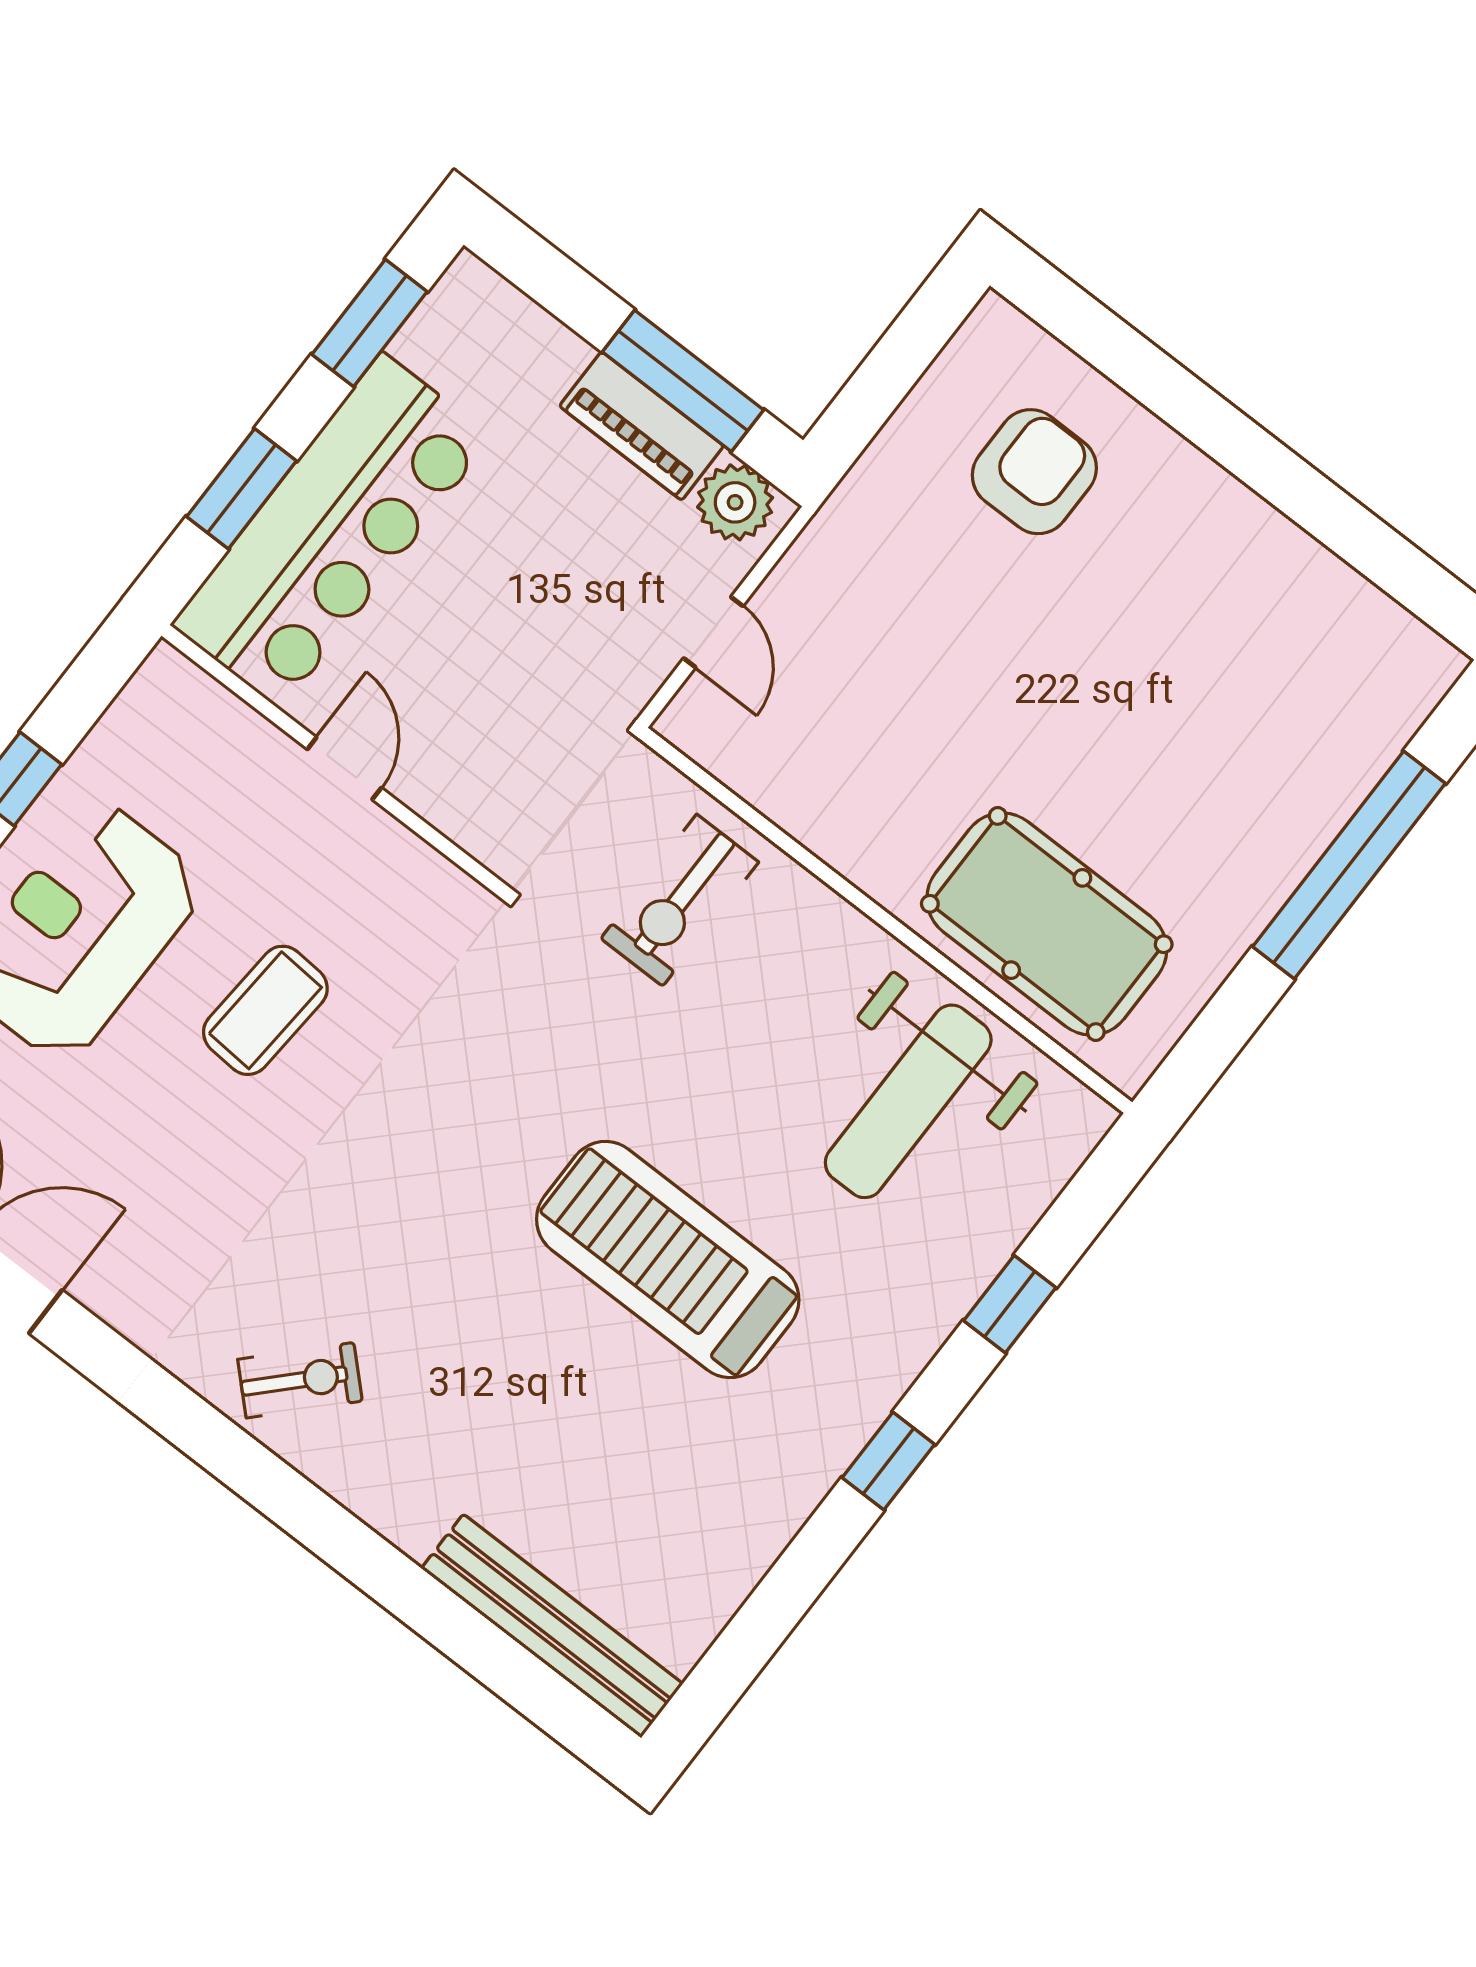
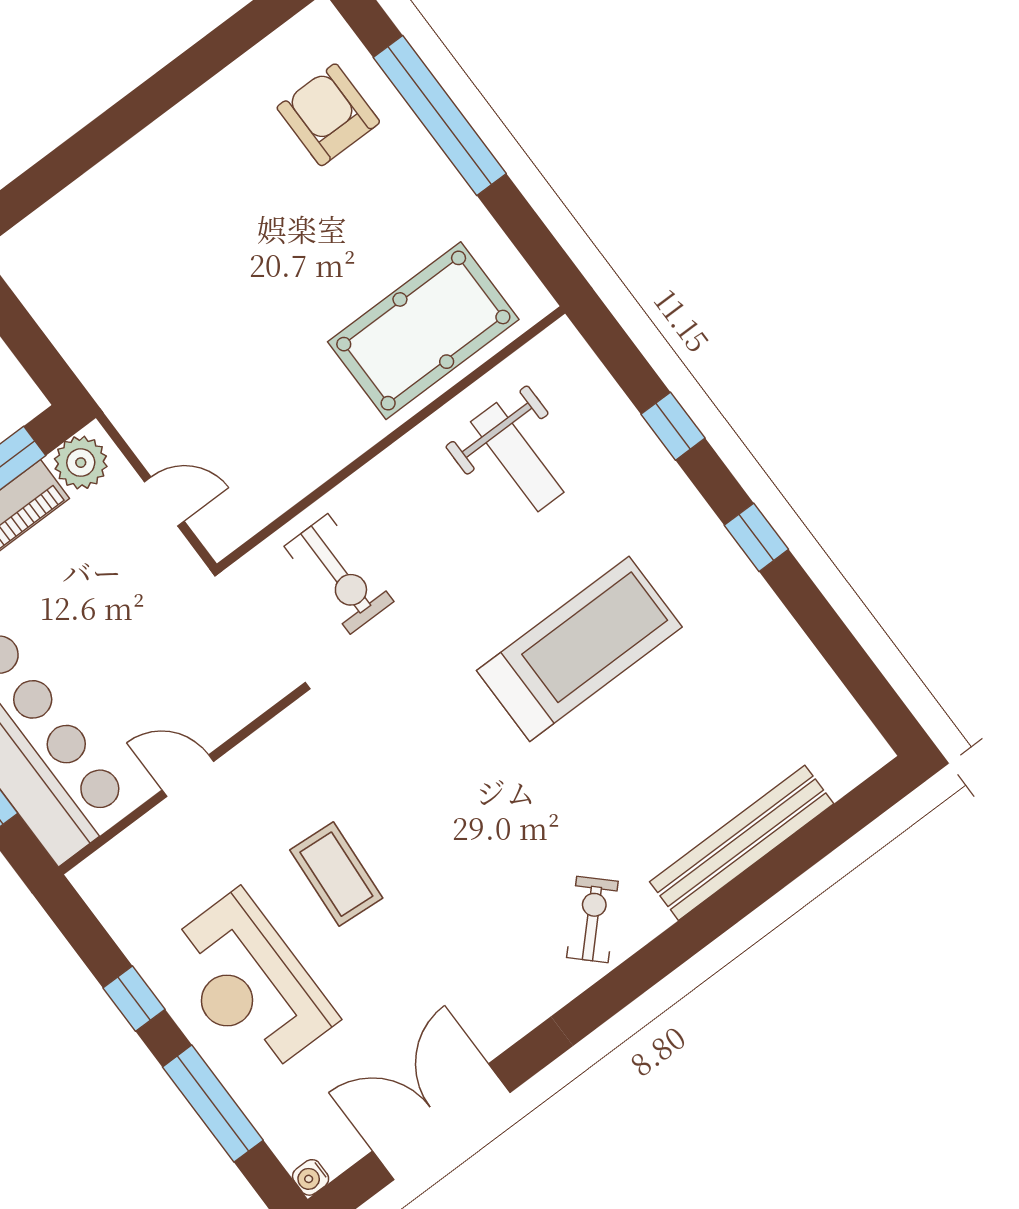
armchair: (1034, 472) -> (328, 115), moved
weight bench: (908, 1101) -> (517, 457), width x0.73, depth x0.75
treadmill: (668, 1260) -> (579, 649), turned 180
bench: (552, 1626) -> (742, 843), moved

